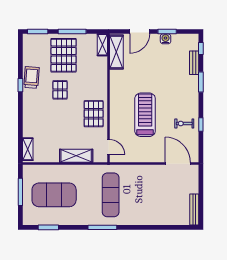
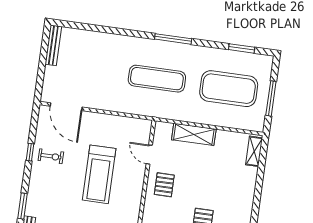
pallet: (94, 114) -> (164, 185), width x0.67, depth x0.71
door: (108, 147) -> (149, 155), moved
exercise mat: (111, 195) -> (157, 79), turned 90

